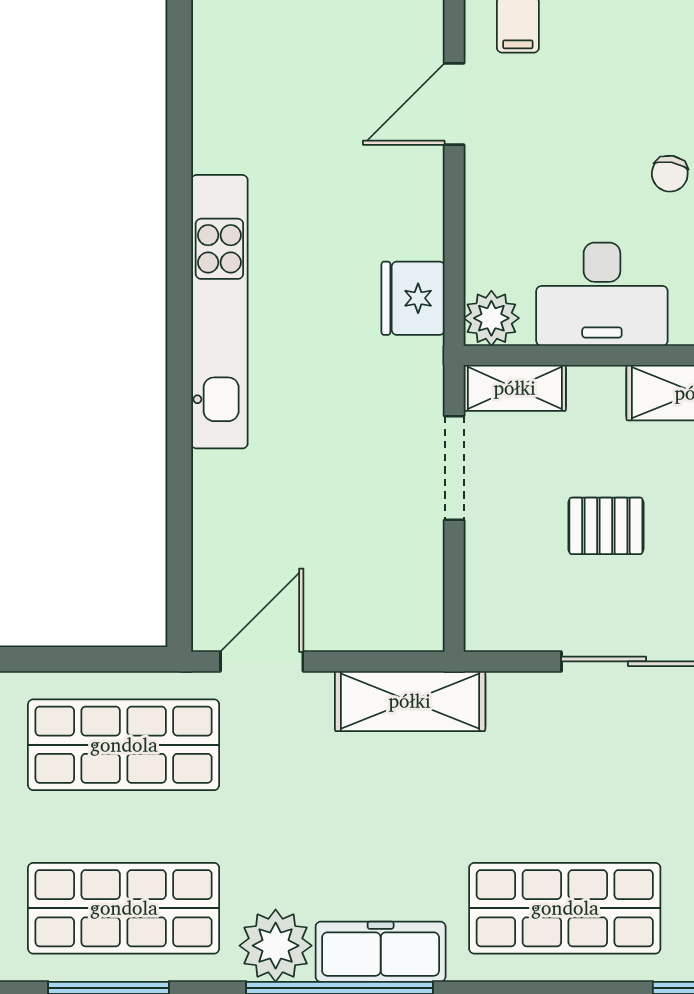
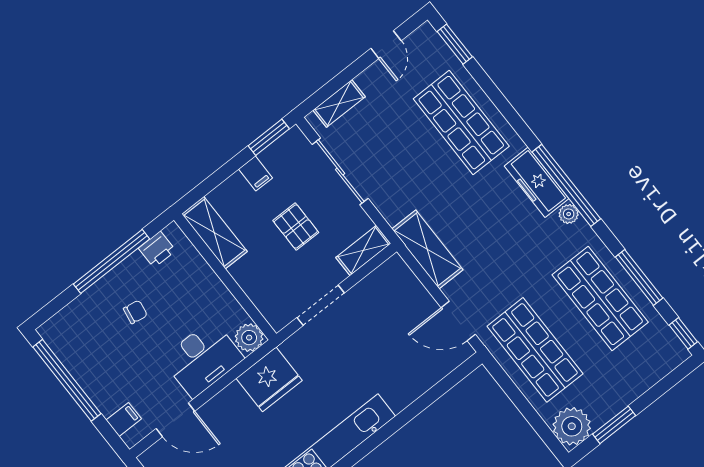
desk: (602, 294) -> (203, 359), moved, turned 90
fridge: (413, 298) -> (269, 379), width x1.36, depth x1.34
shelving: (515, 388) -> (363, 250), moved, turned 90
plant: (276, 946) -> (569, 214), width x0.53, depth x0.53

